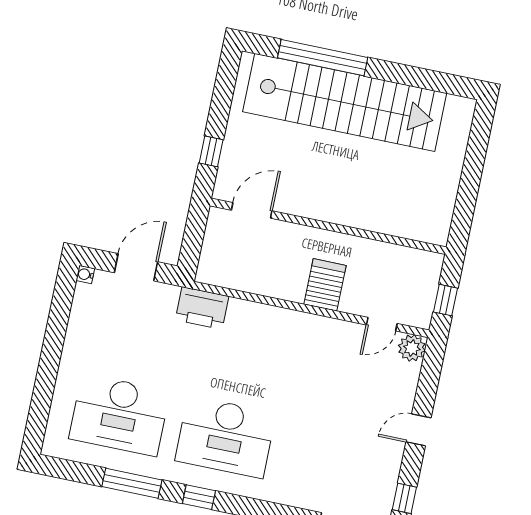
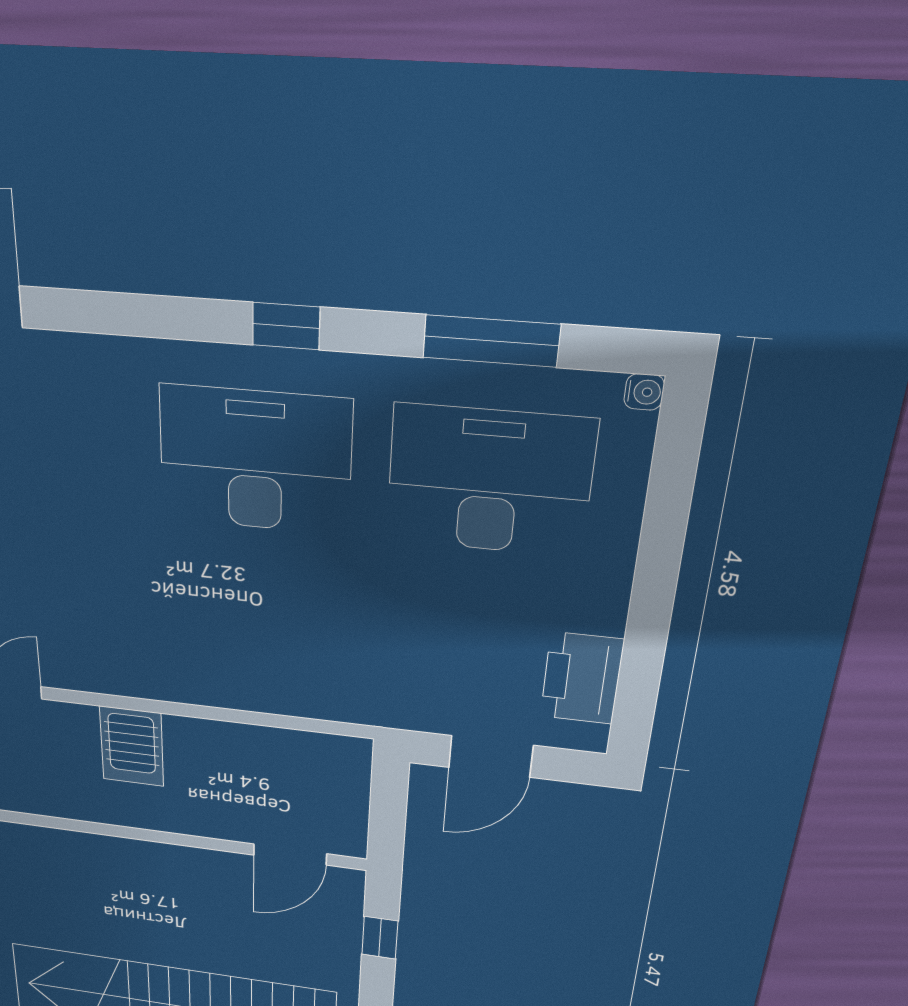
water cooler: (85, 274) -> (644, 392), moved
printer: (202, 308) -> (582, 678), moved, turned -90
window: (132, 483) -> (491, 341), moved

